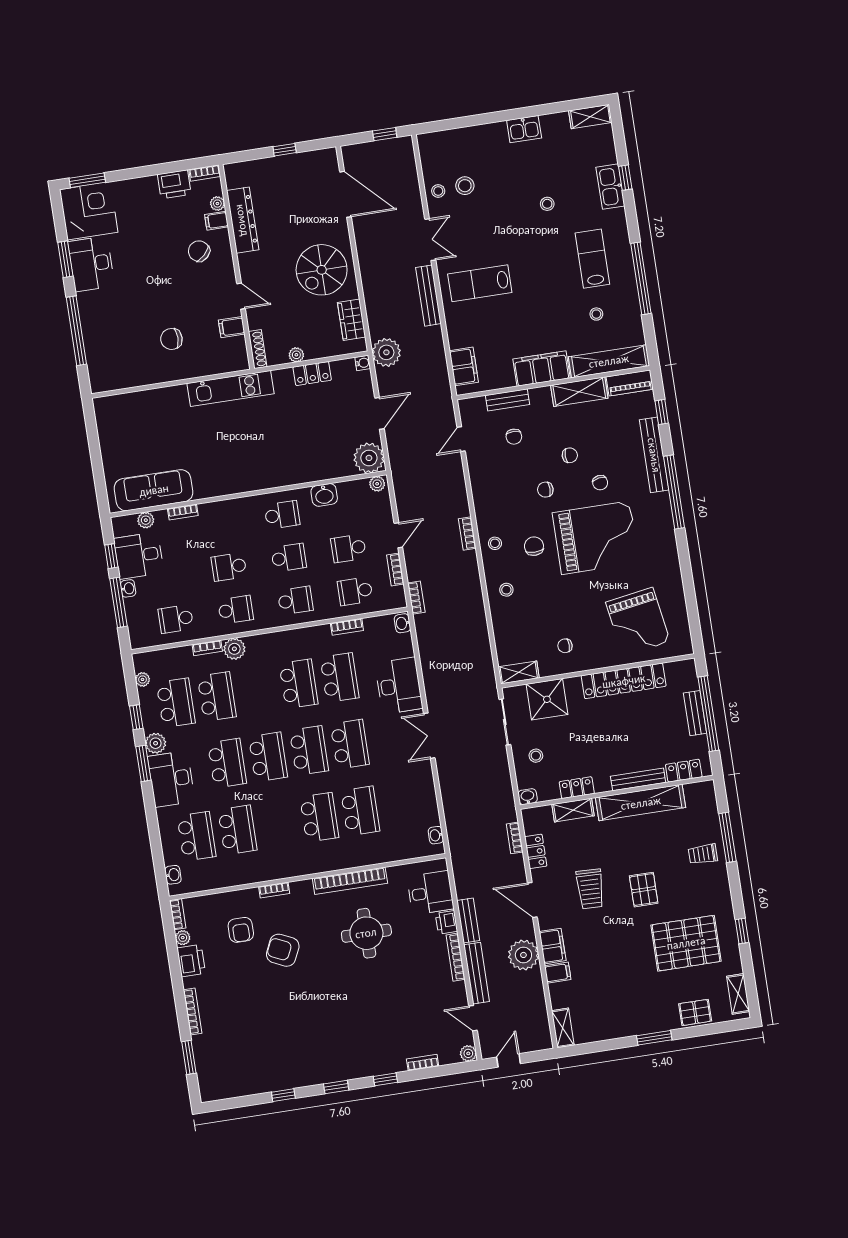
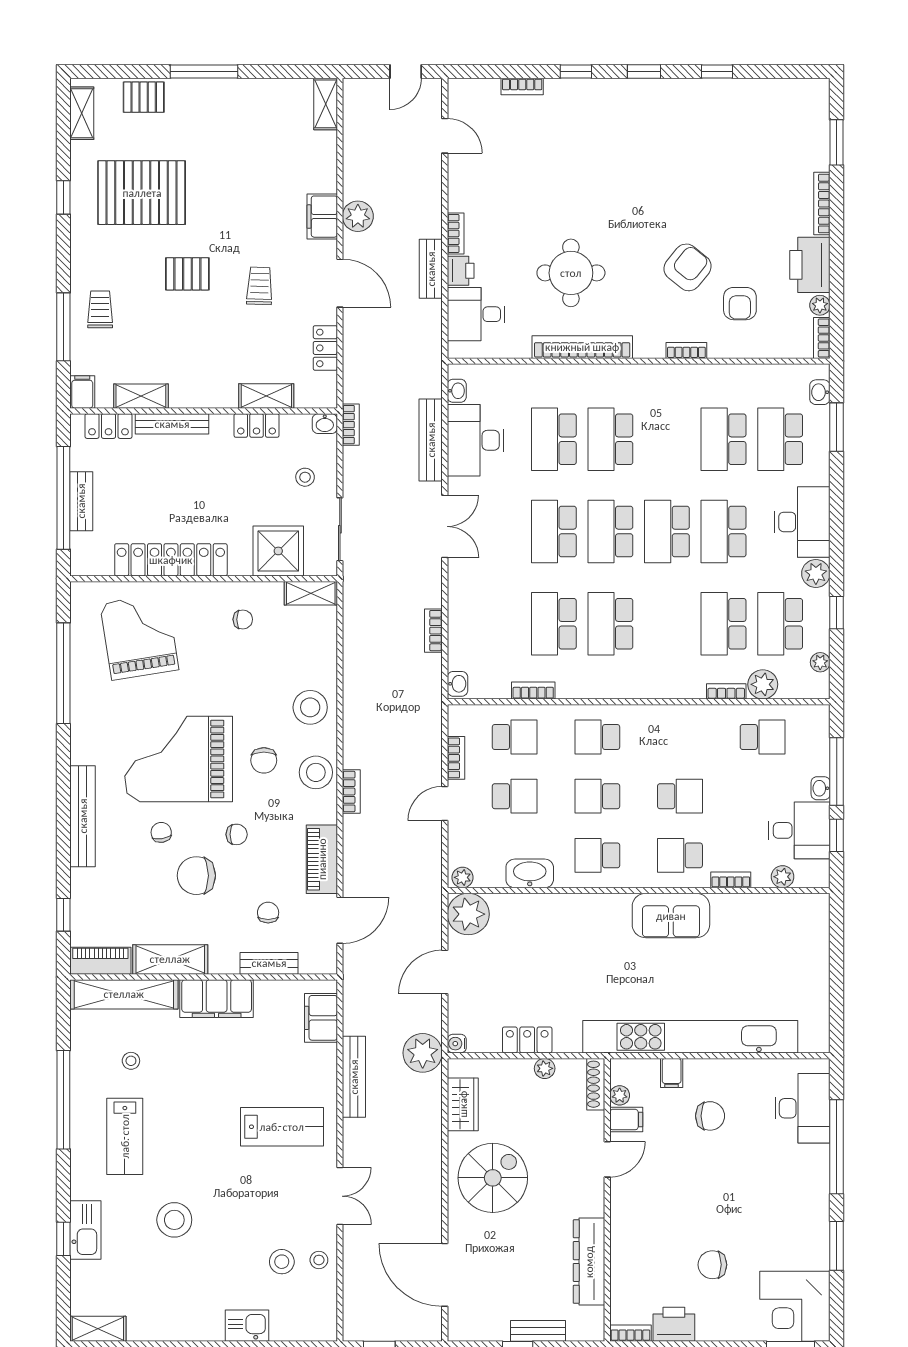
kitchen sink: (524, 129) -> (247, 1326), moved
bench: (272, 164) -> (538, 1331), added
plant: (217, 204) -> (620, 1095), moved
stool: (547, 204) -> (174, 1220), width x1.89, depth x1.89
filing cabinet: (216, 221) -> (672, 1073), moved, turned 90
double door: (430, 240) -> (340, 1196), swing flipped
chair: (199, 251) -> (712, 1265), moved, turned 134
desk: (91, 264) -> (803, 1108), moved
door: (241, 296) -> (607, 1159), swing flipped
bench: (428, 296) -> (354, 1077), moved
kitchen unit: (231, 388) -> (690, 1037), width x1.86
door: (461, 439) -> (340, 920), width x1.38
chair: (570, 455) -> (196, 876), width x1.87, depth x1.87
bench: (654, 455) -> (83, 816), moved
piano: (481, 481) -> (322, 859), added
sofa: (154, 490) -> (671, 916), moved, width x0.73
window: (674, 492) -> (63, 673), moved
washbasin: (324, 495) -> (530, 873), width x1.38
stool: (495, 543) -> (316, 772), width x1.89, depth x1.89
stool: (506, 590) -> (310, 707), width x1.89, depth x1.89
bookcase: (416, 598) -> (433, 631), moved
school desk: (236, 610) -> (680, 855), moved
plant: (234, 649) -> (763, 684), moved
desk: (399, 686) -> (475, 440), moved
window: (143, 763) -> (837, 427), moved
shelving: (641, 803) -> (141, 396), width x0.45, depth x0.75
bookcase: (515, 838) -> (351, 425), moved
trolley: (703, 854) -> (100, 309), turned -90
trolley: (590, 889) -> (259, 286), width x0.73, depth x0.72
pallet: (644, 890) -> (187, 274), turned 90
armchair: (241, 930) -> (740, 304), turned 180
armchair: (283, 950) -> (688, 267), turned -76
plant: (523, 955) -> (358, 216), width x0.73, depth x0.73
bookcase: (456, 957) -> (456, 233), width x0.64
printer: (191, 961) -> (810, 265), width x1.37, depth x1.19
bench: (477, 973) -> (431, 440), moved
filing cabinet: (558, 973) -> (82, 392), moved, turned 90
window: (654, 1038) -> (204, 72), width x1.44
plant: (468, 1053) -> (458, 89), removed

